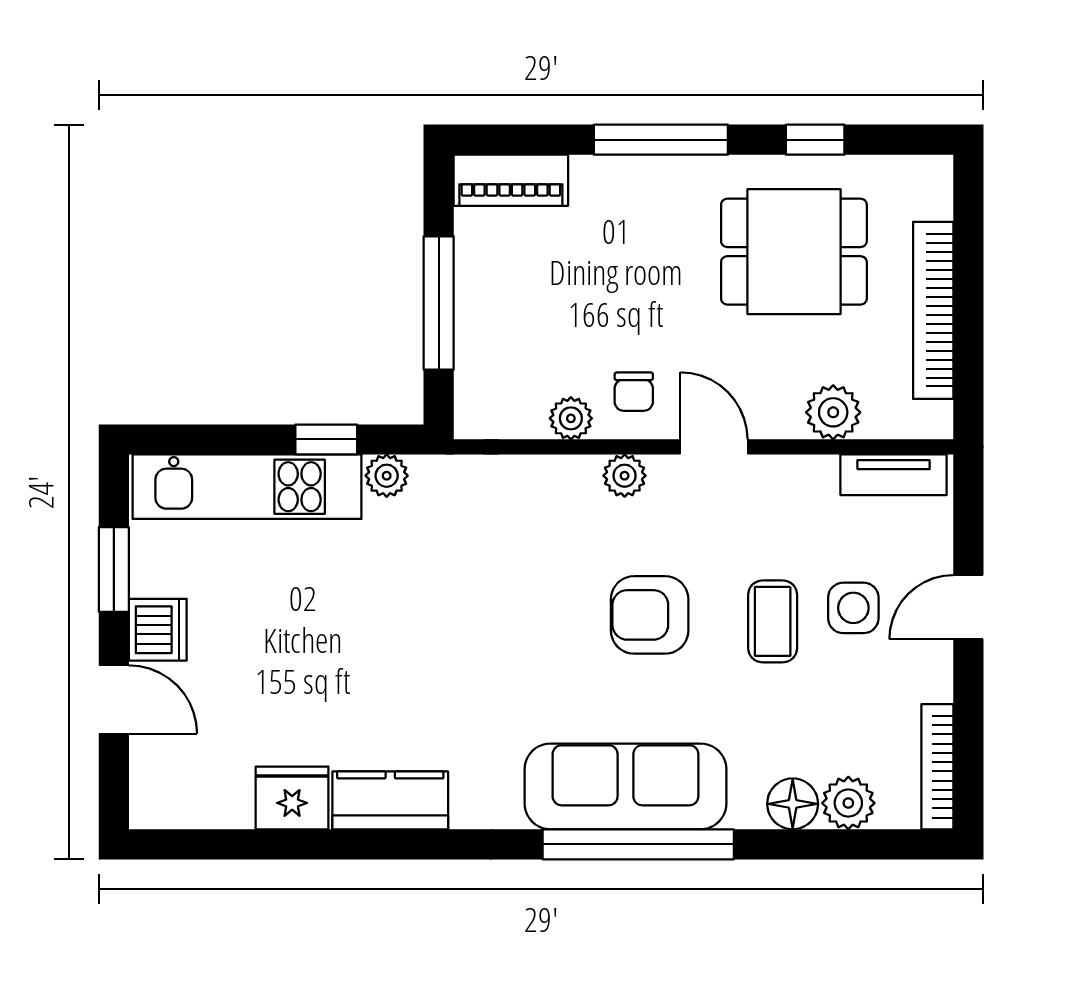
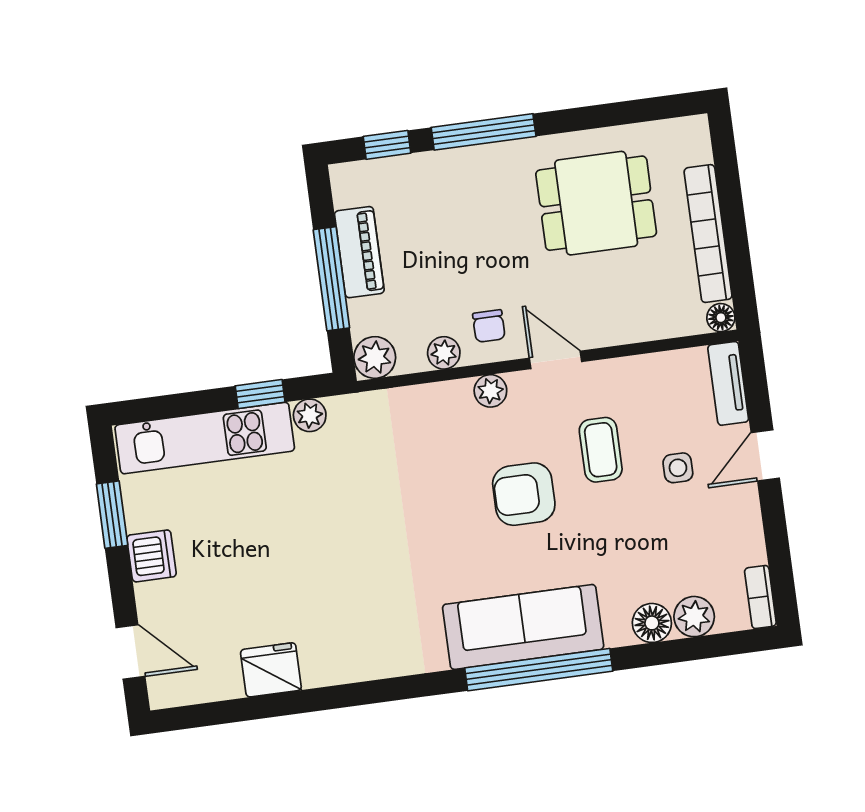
window: (815, 140) -> (387, 145), moved
piano: (511, 180) -> (359, 252), moved, turned -90
plant: (833, 412) -> (375, 357), moved
floor lamp: (935, 421) -> (721, 318), added
tv unit: (894, 475) -> (728, 383), moved, turned 90
side table: (853, 608) -> (678, 468), width x0.73, depth x0.73
coffee table: (773, 621) -> (601, 450), moved
door: (114, 700) -> (131, 652), moved
bookcase: (937, 767) -> (760, 597), width x0.64
kitchen counter: (390, 800) -> (346, 662), removed

